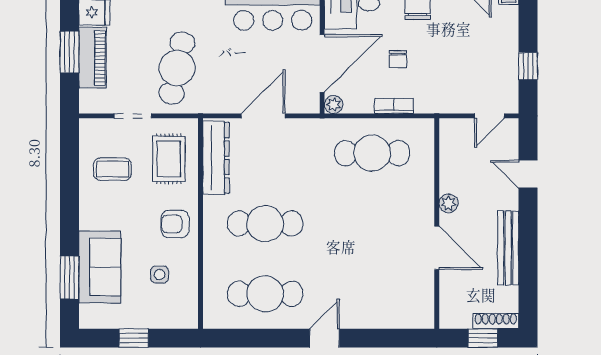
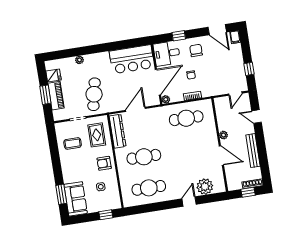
sofa: (100, 267) -> (76, 199), moved
plant: (389, 311) -> (205, 187), added
window: (134, 338) -> (106, 215), moved
door: (324, 338) -> (189, 202), moved

